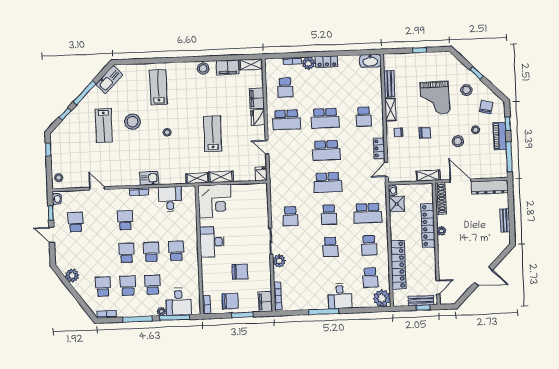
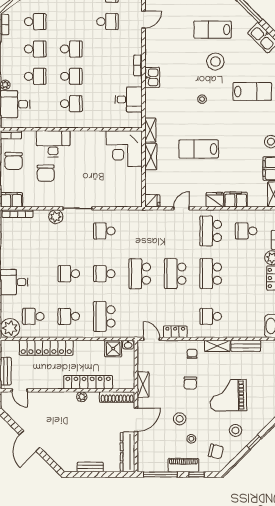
lab bench: (212, 134) -> (199, 149), turned 180
school desk: (125, 220) -> (107, 22), moved
desk: (212, 242) -> (53, 144), moved

